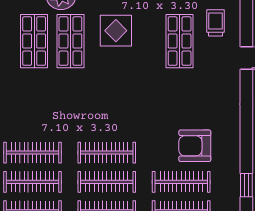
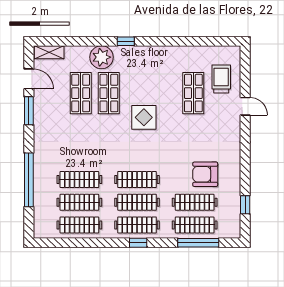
trolley: (215, 23) -> (221, 79), width x1.36, depth x1.39
display table: (116, 31) -> (144, 117), moved

